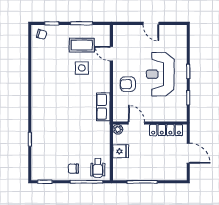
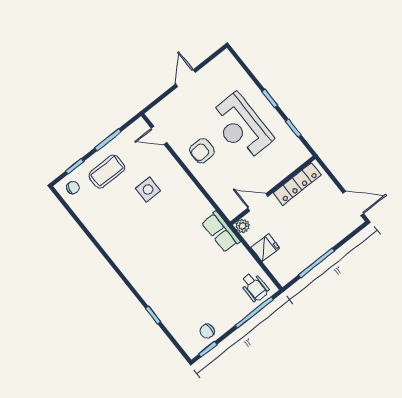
door: (151, 23) -> (185, 78), swing flipped
coffee table: (82, 45) -> (107, 172), moved
door: (111, 54) -> (159, 135), moved
armchair: (128, 84) -> (202, 151), moved
row of seats: (103, 107) -> (221, 232), moved
door: (188, 153) -> (353, 203), moved
chair: (73, 169) -> (207, 331), moved

